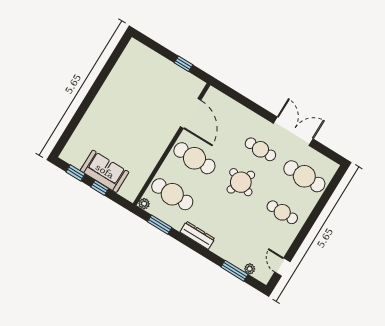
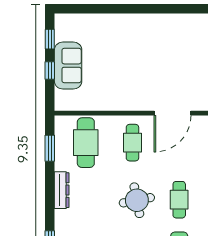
cafe table: (194, 158) -> (132, 143), width x0.73, depth x0.74
round table: (241, 182) -> (137, 200), turned -33
plant: (144, 204) -> (61, 122), removed

